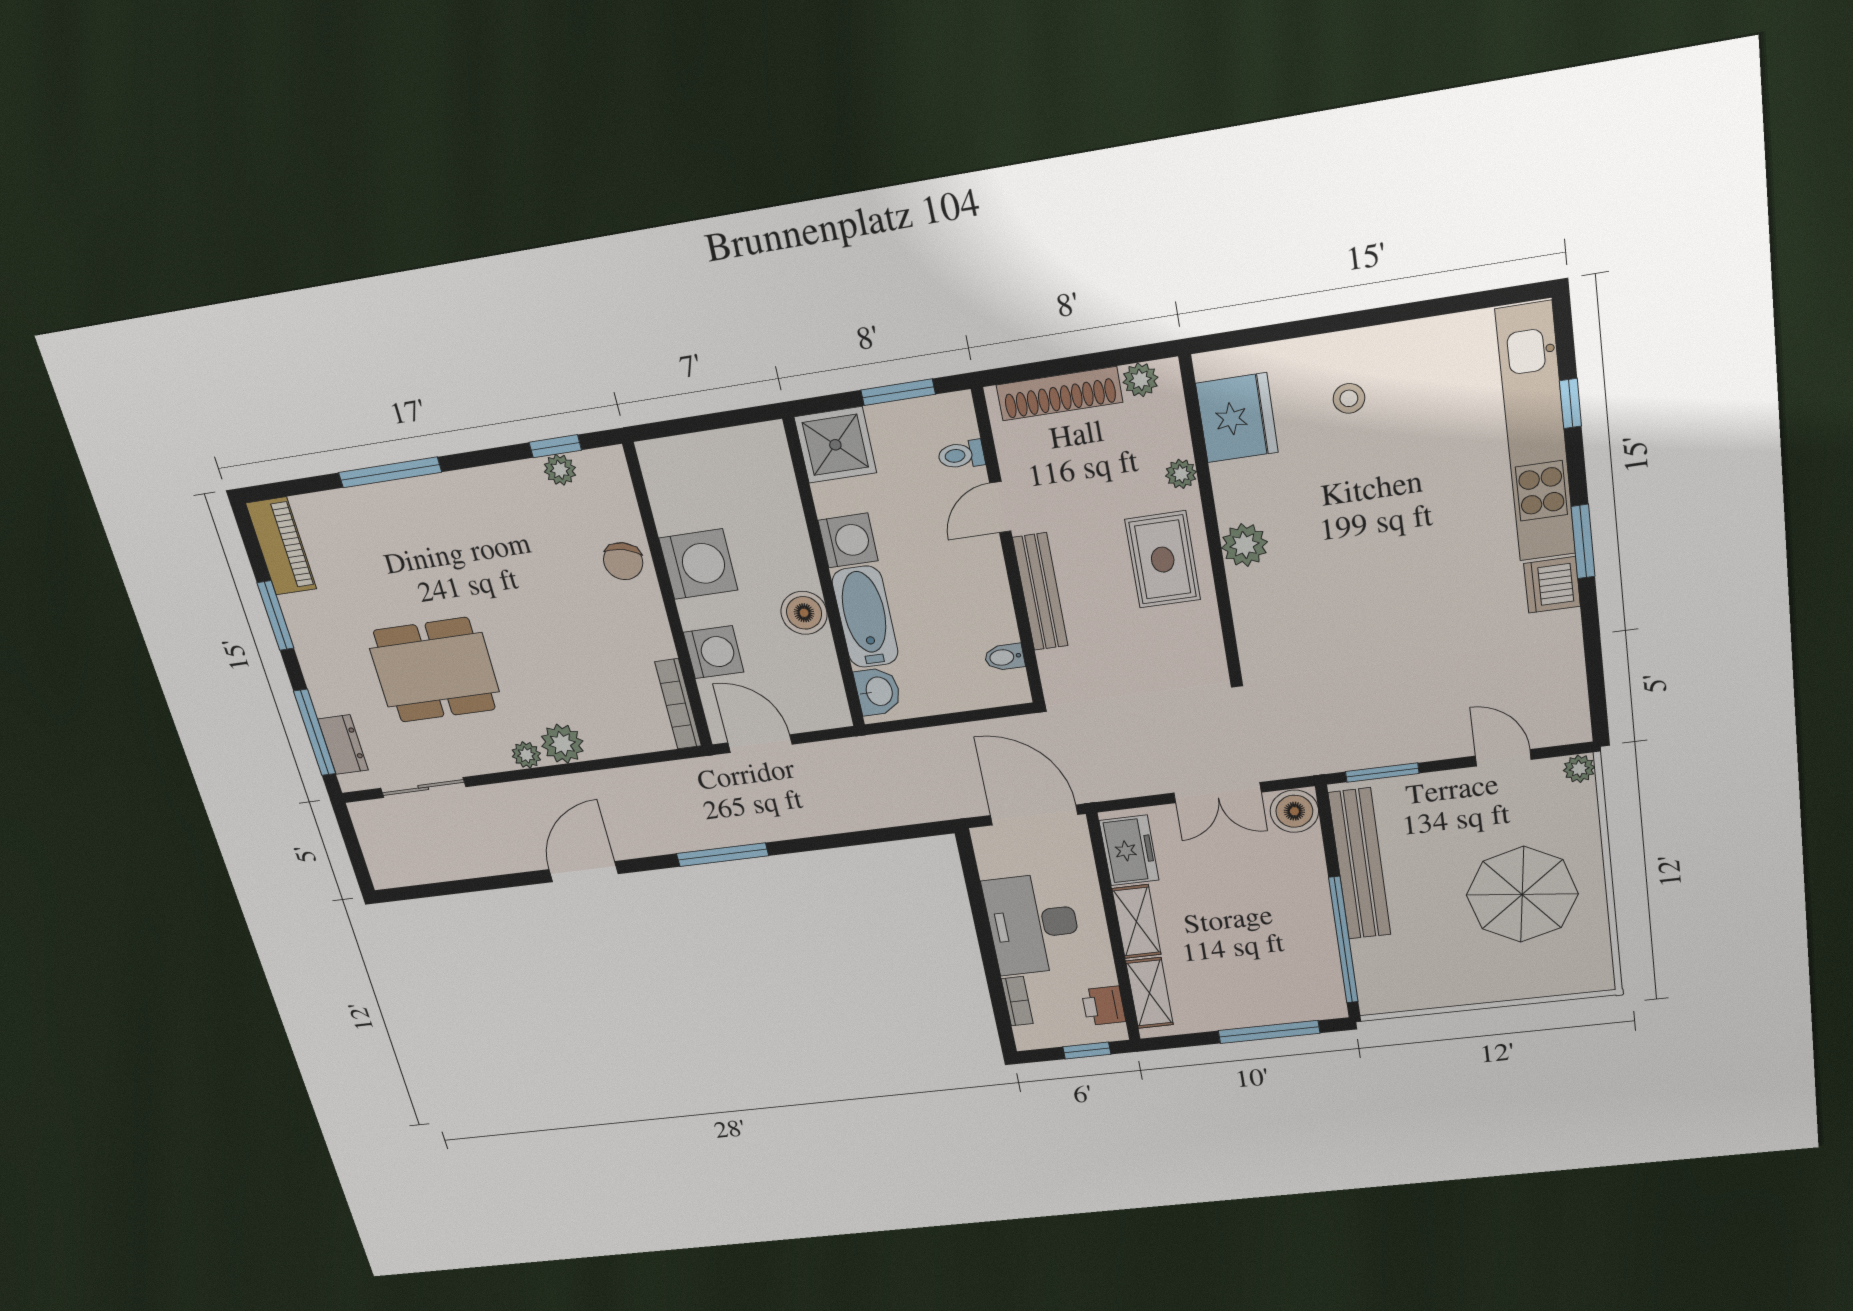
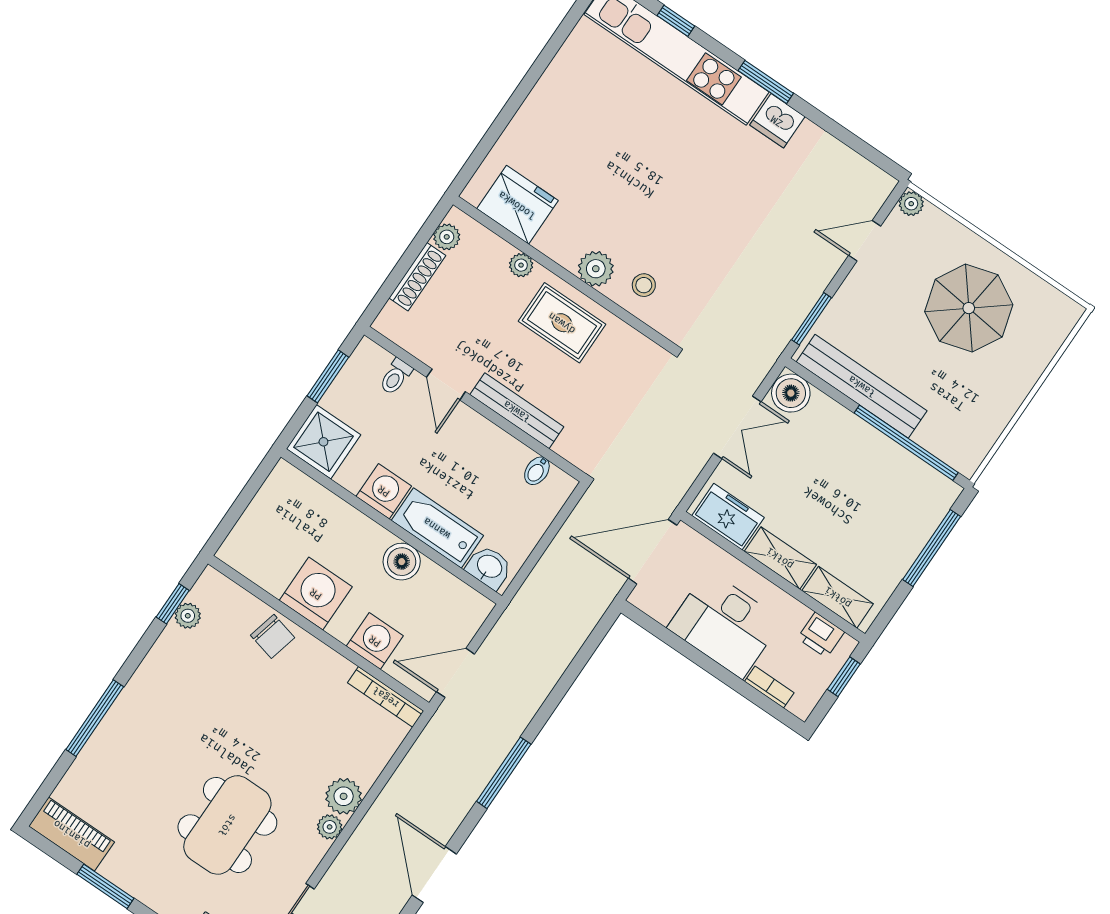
shoe rack: (1059, 394) -> (417, 277), width x0.74, depth x0.81
stool: (1349, 398) -> (644, 285), moved

